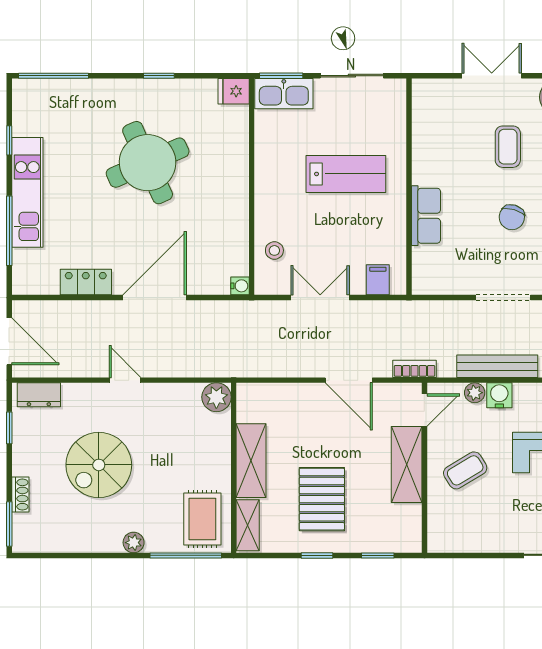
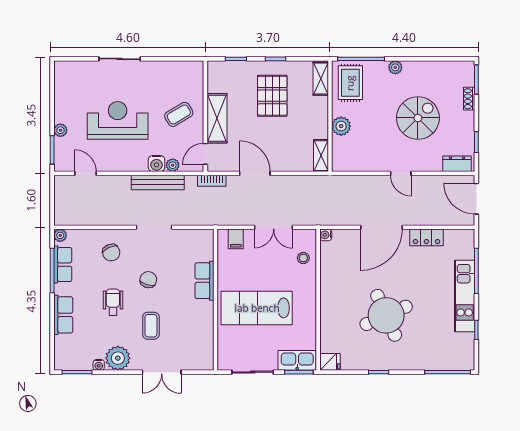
lab bench: (346, 174) -> (257, 308), width x1.36, depth x1.39
plant: (216, 397) -> (341, 126), moved
shelving: (251, 461) -> (321, 156), moved, width x0.67, depth x0.75

